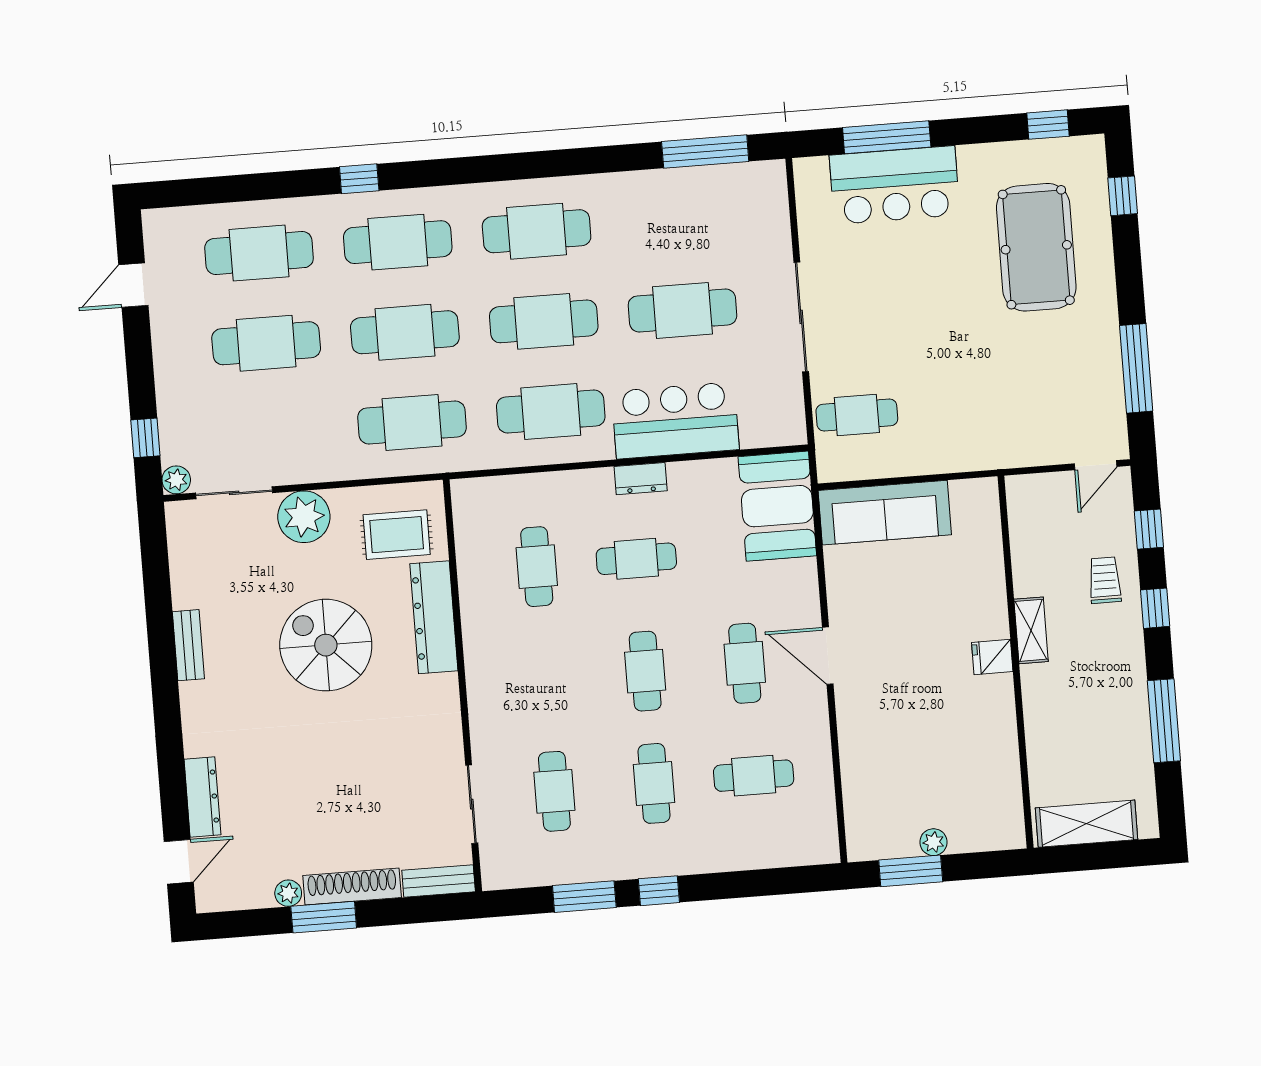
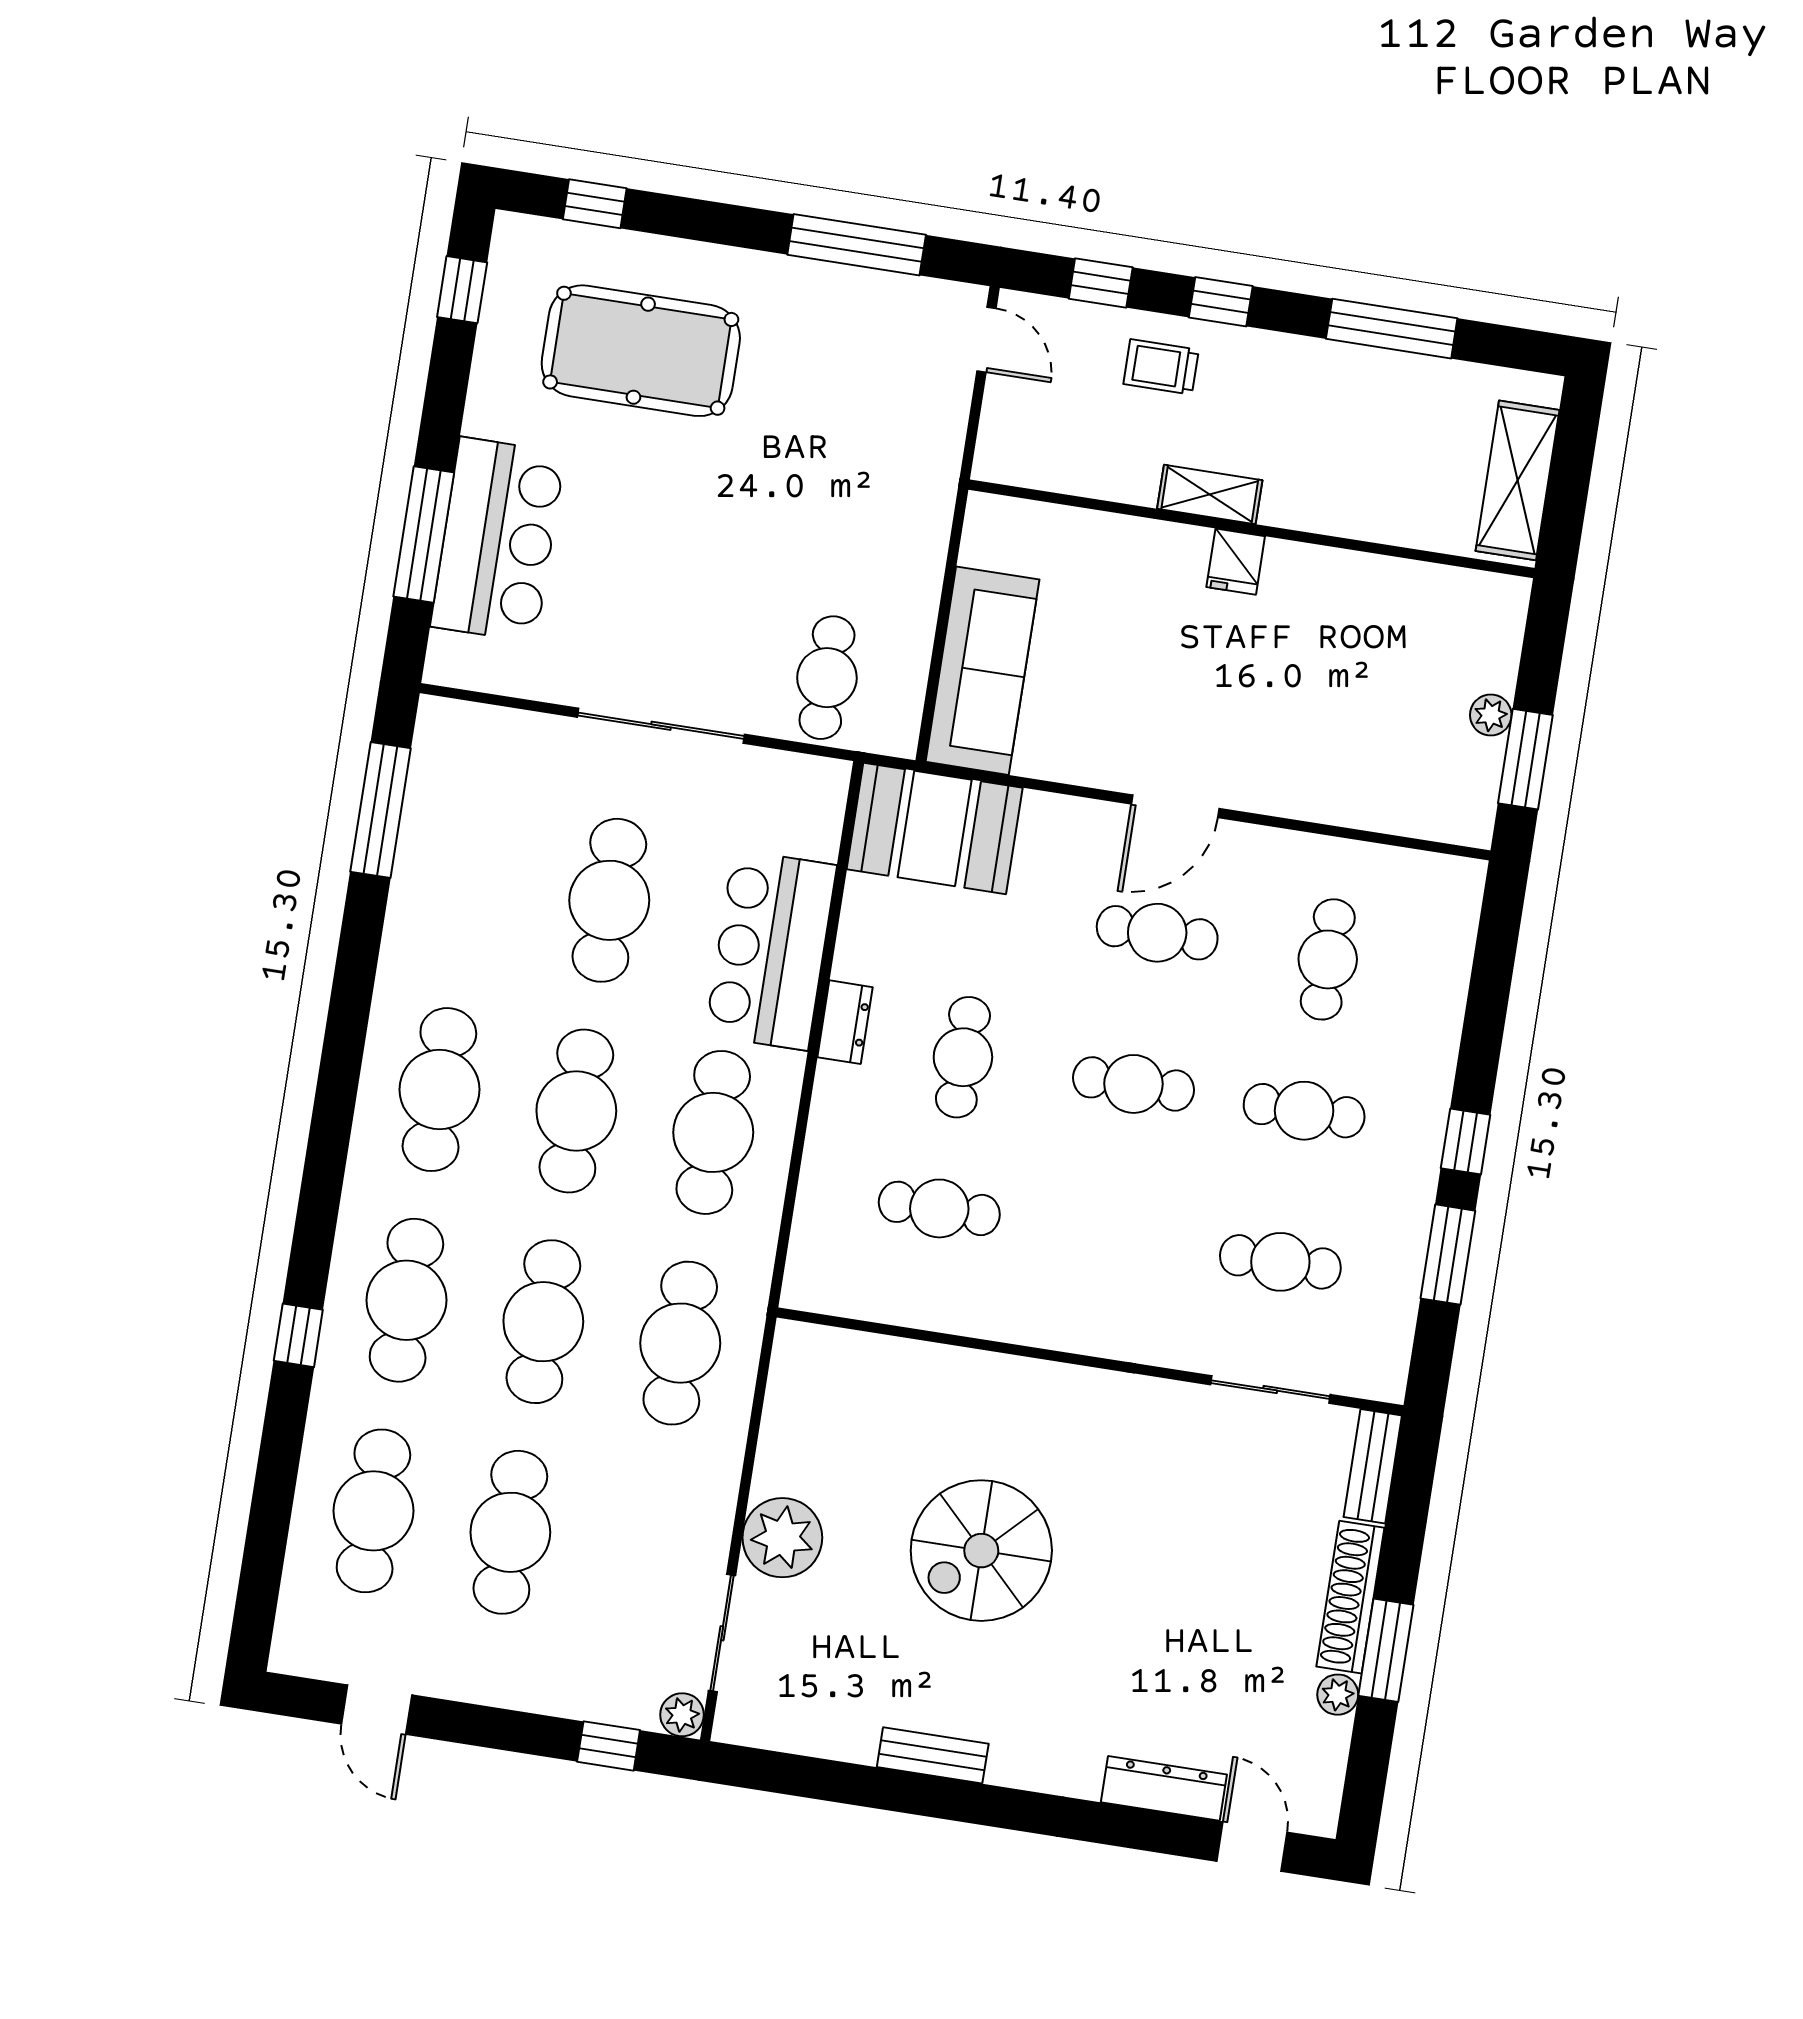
rug: (397, 535) -> (842, 1406), removed
dresser: (434, 617) -> (978, 1380), removed

